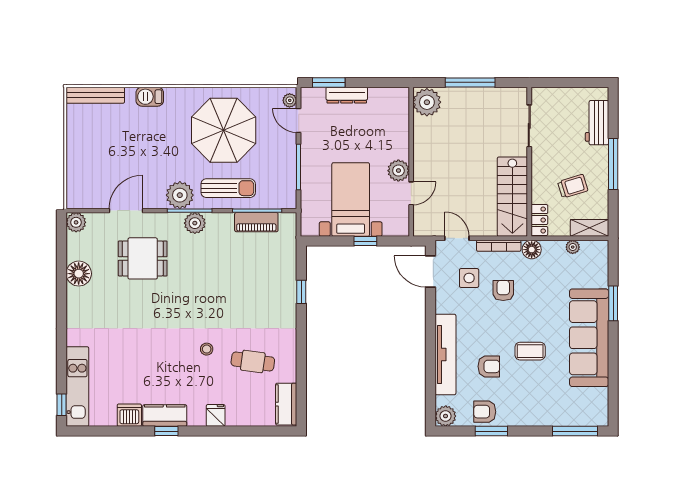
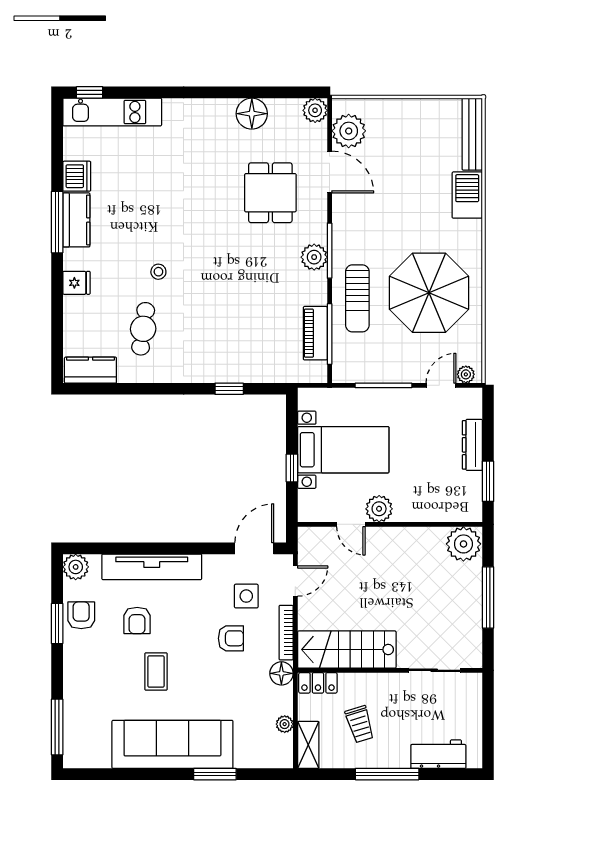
window: (329, 82) -> (488, 481), moved
barbecue: (150, 97) -> (467, 195), width x1.38, depth x1.27
plant: (180, 195) -> (349, 131), moved
window: (166, 431) -> (57, 222), width x2.17

